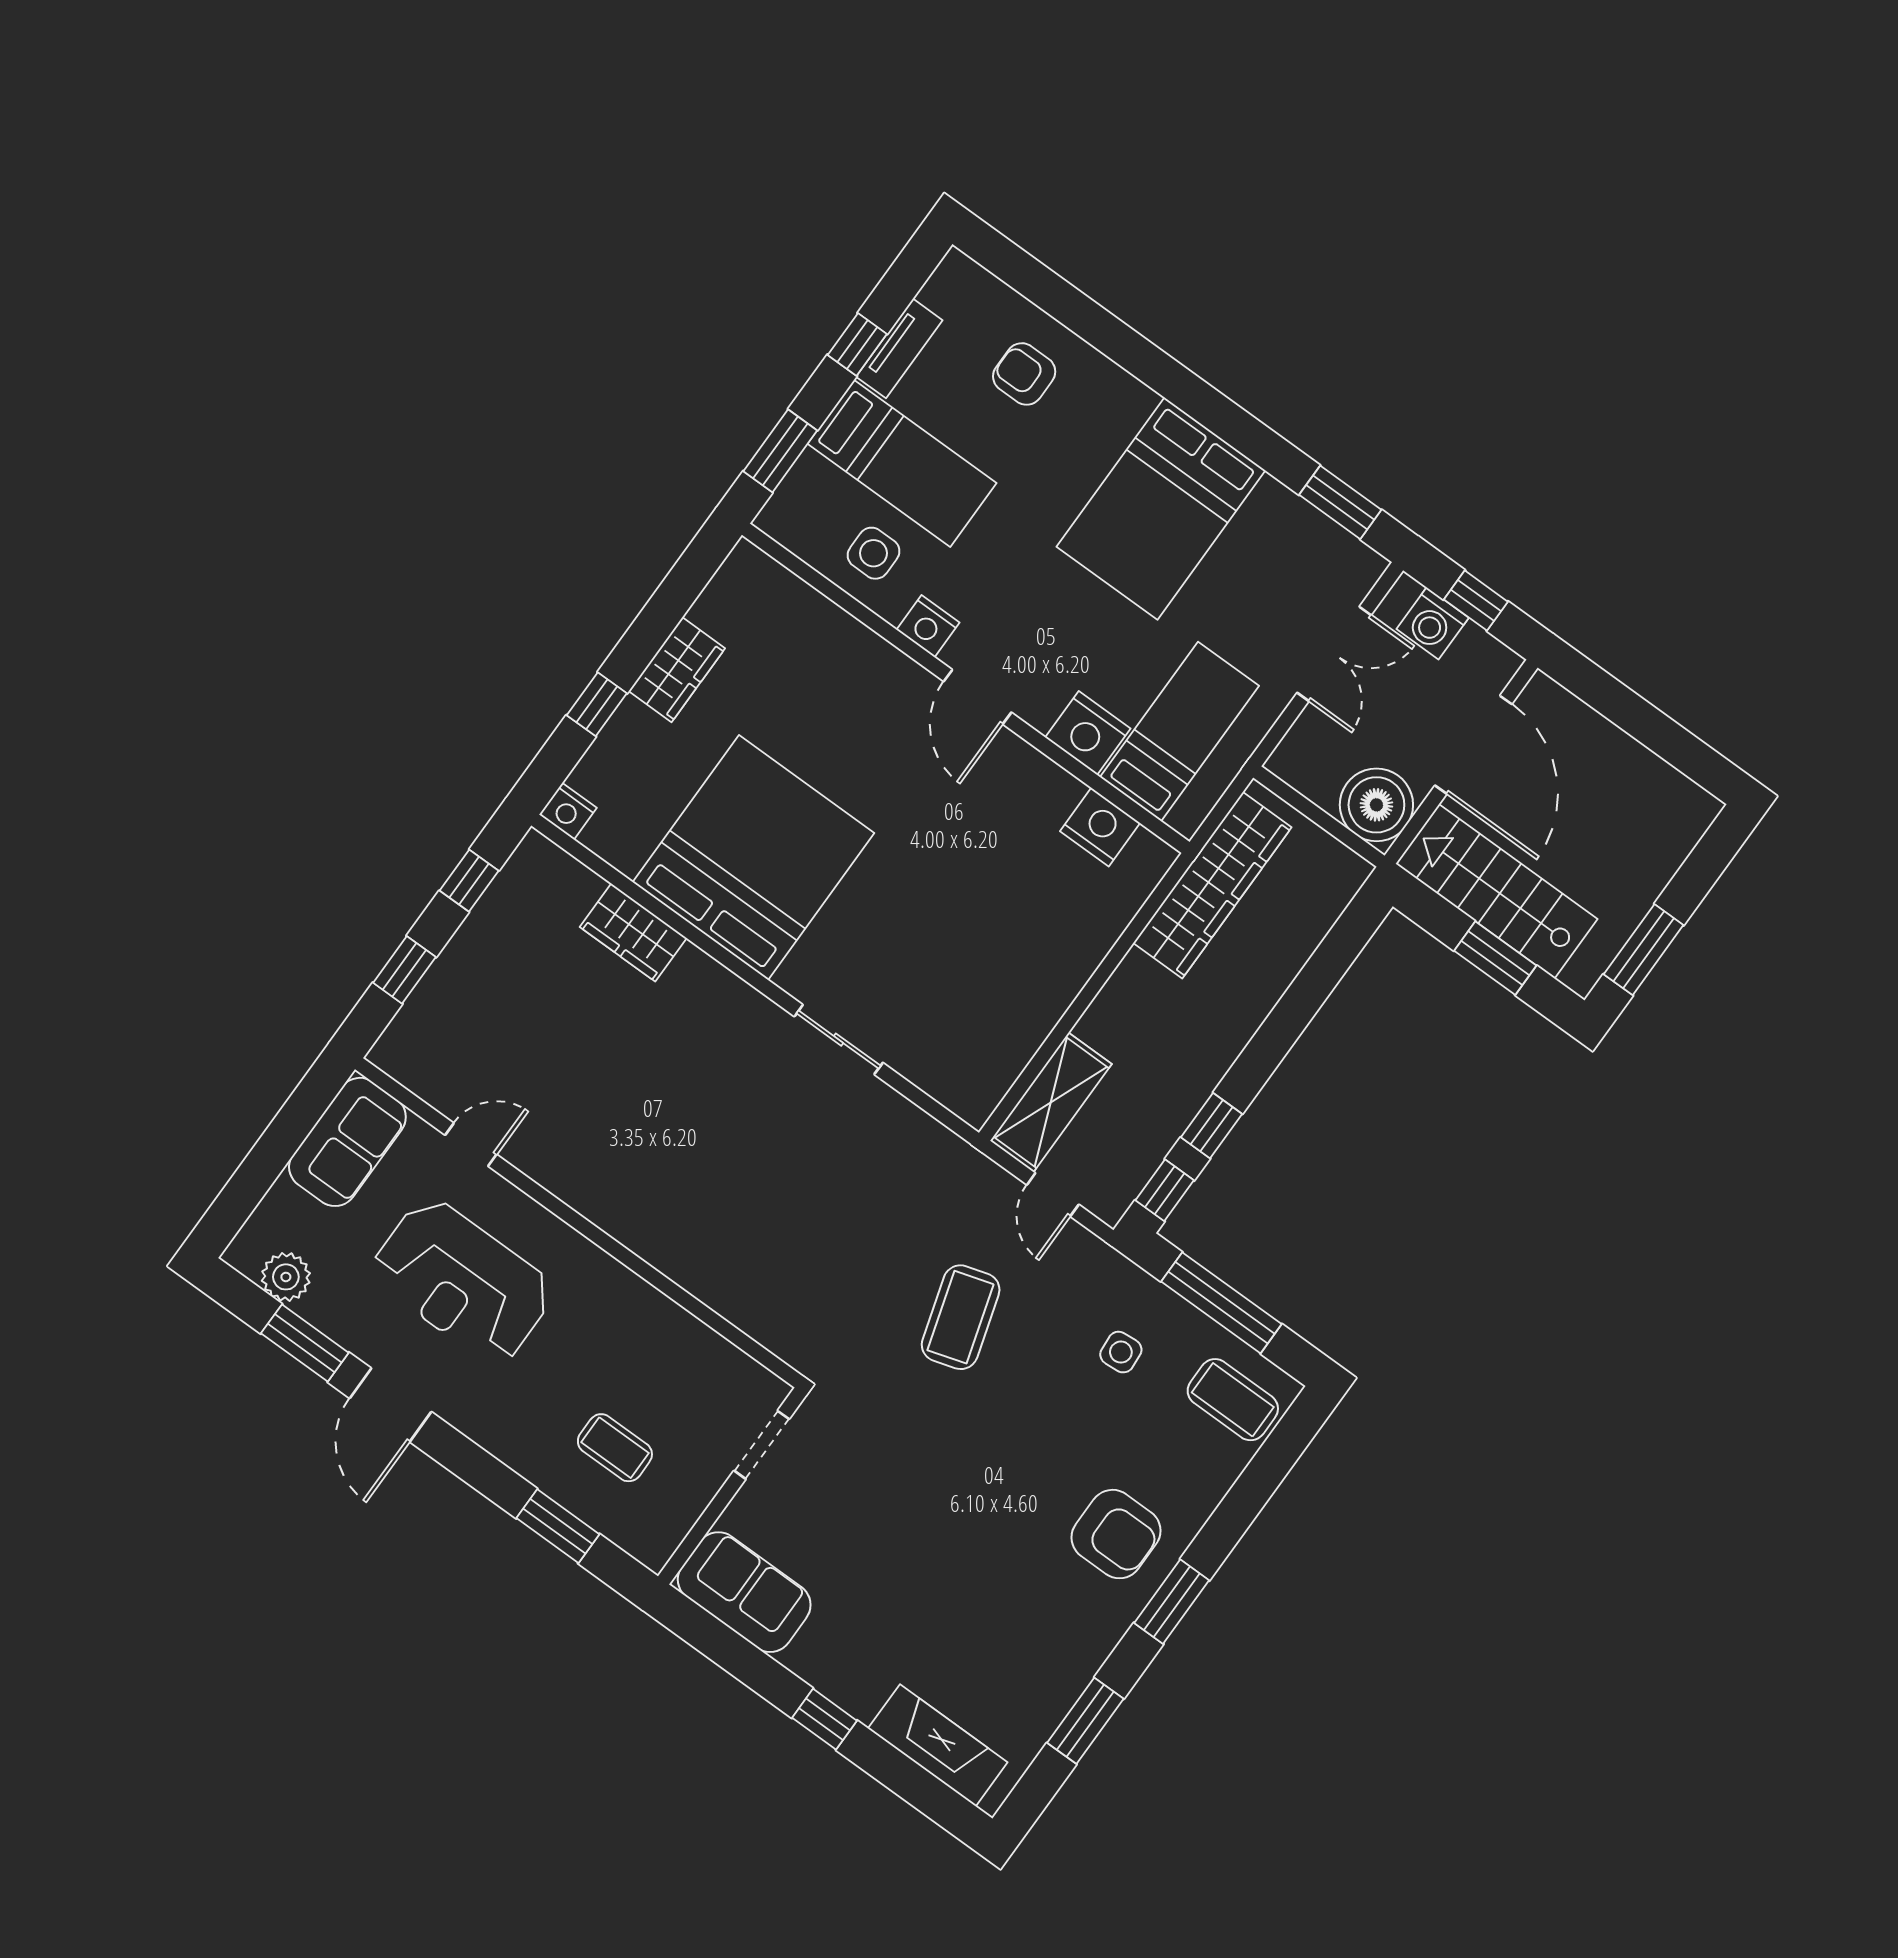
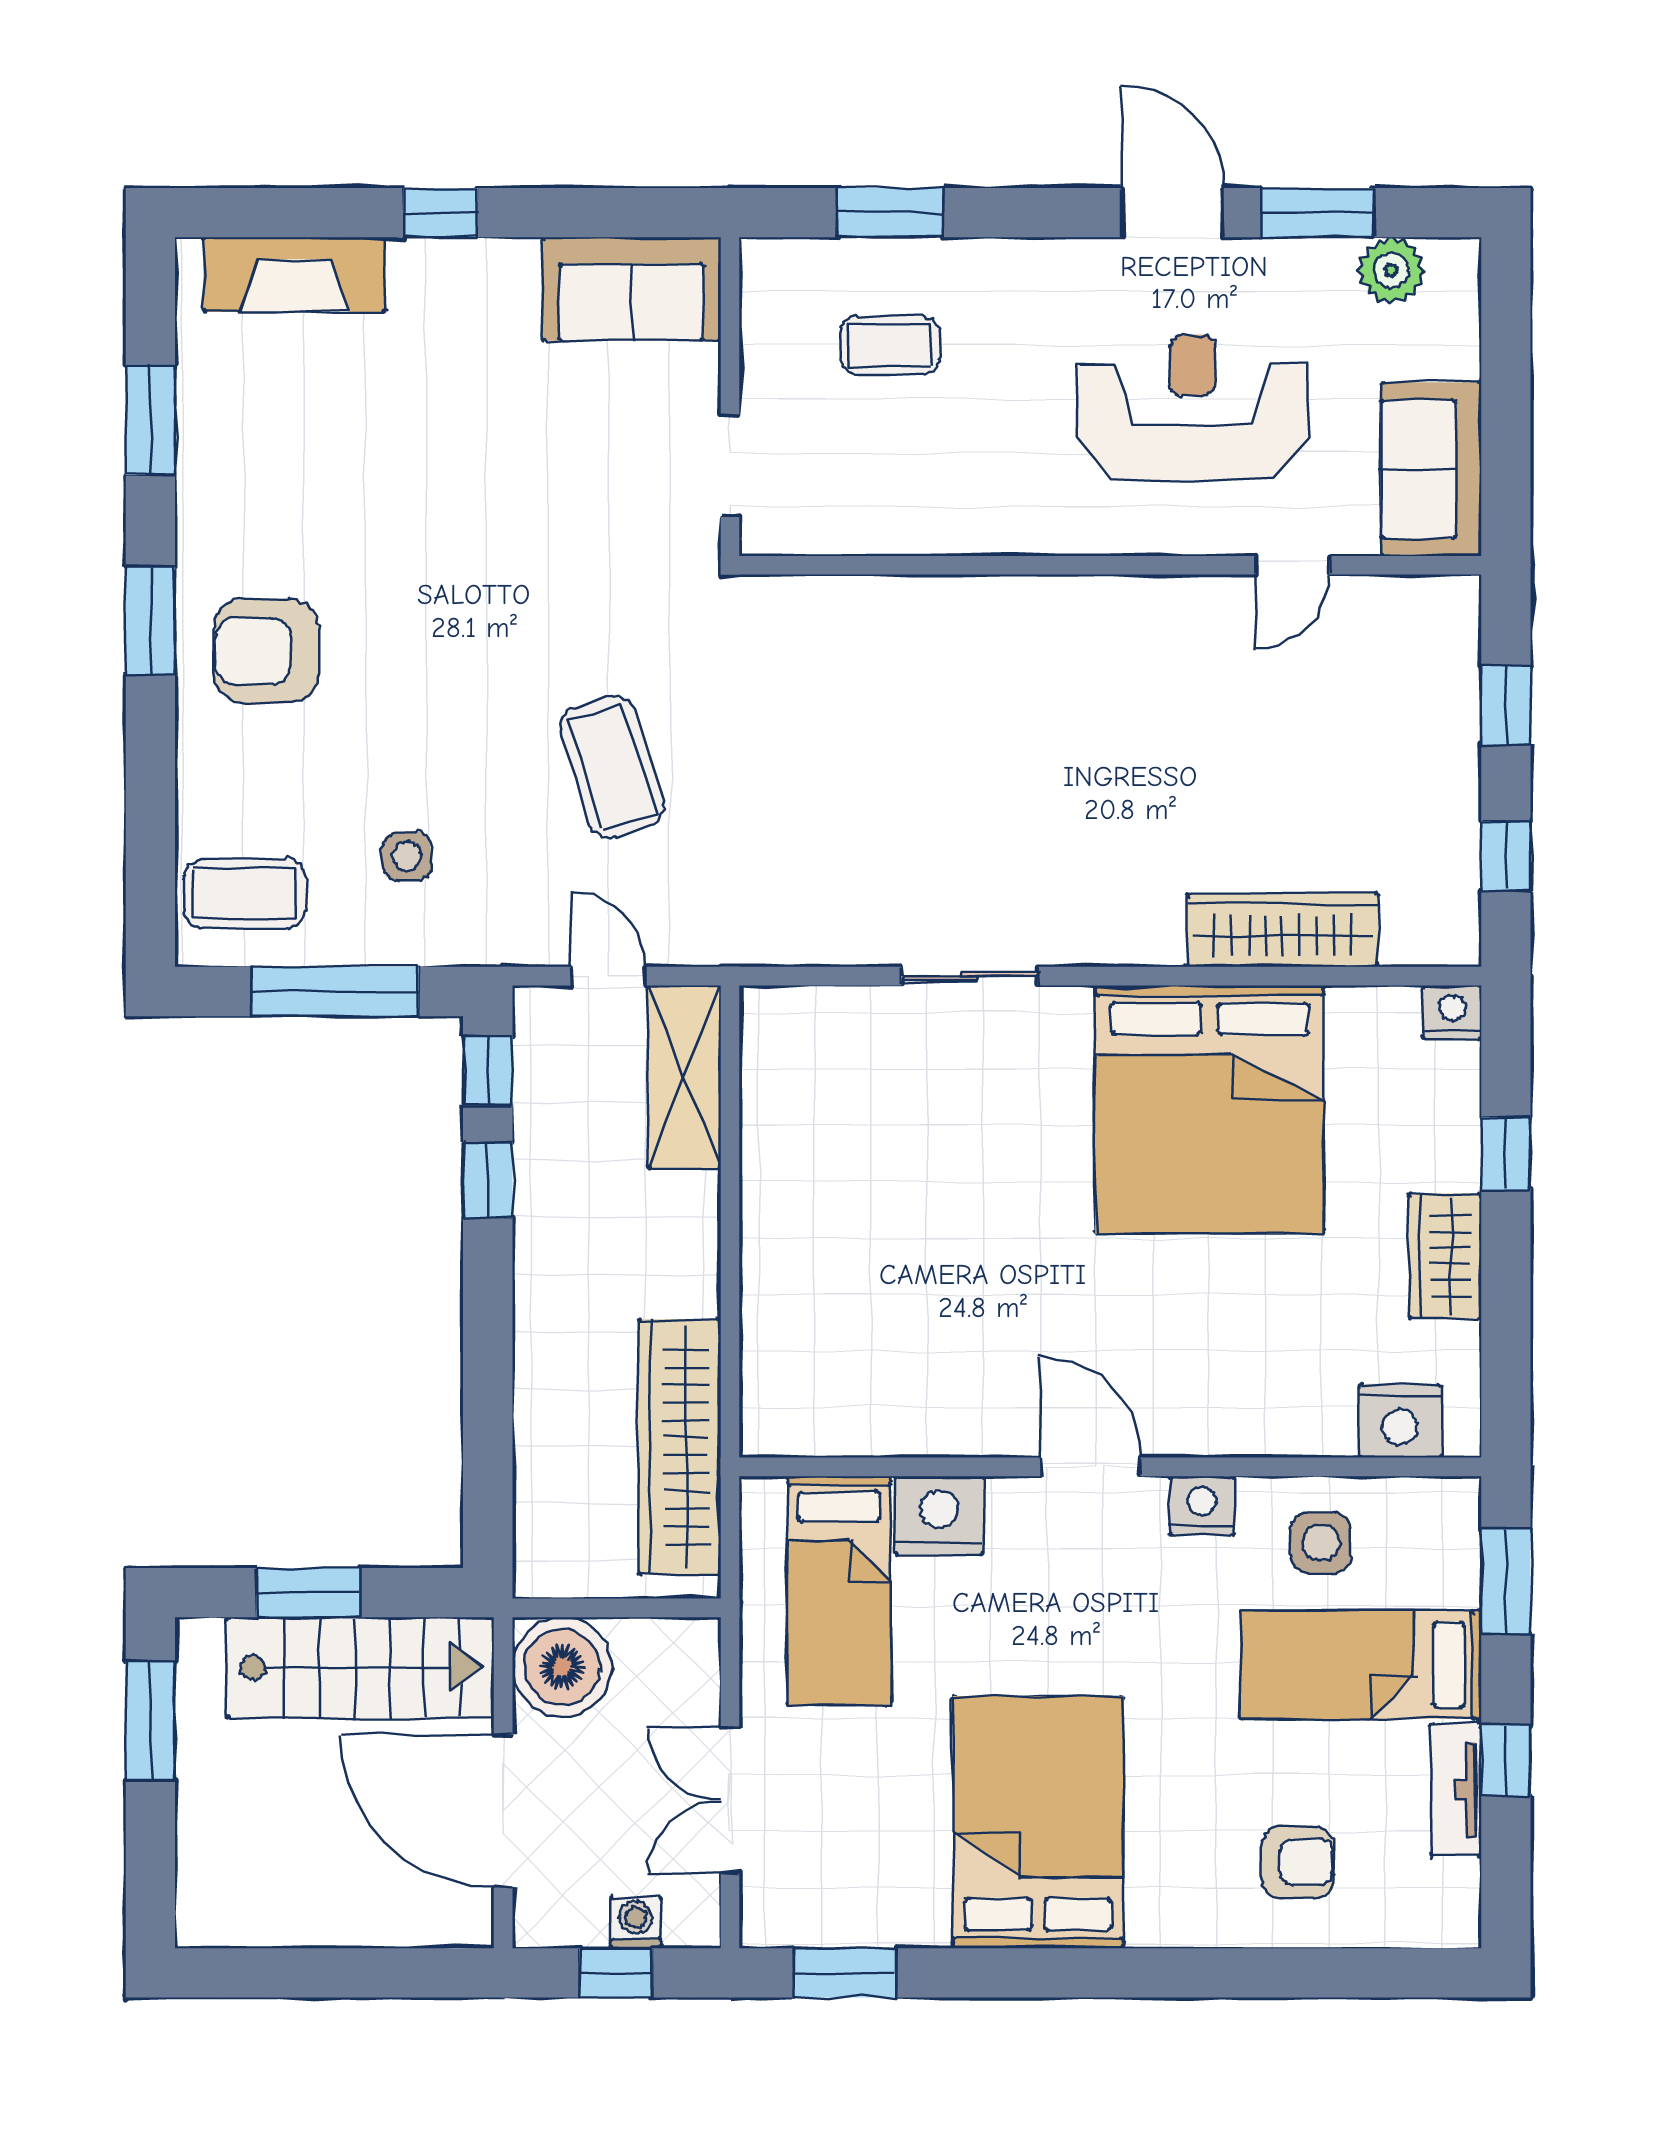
washing machine: (1433, 623) -> (636, 1923), width x0.73, depth x0.73
nightstand: (1100, 827) -> (1400, 1421), moved
wardrobe: (633, 933) -> (1283, 930), width x1.50

